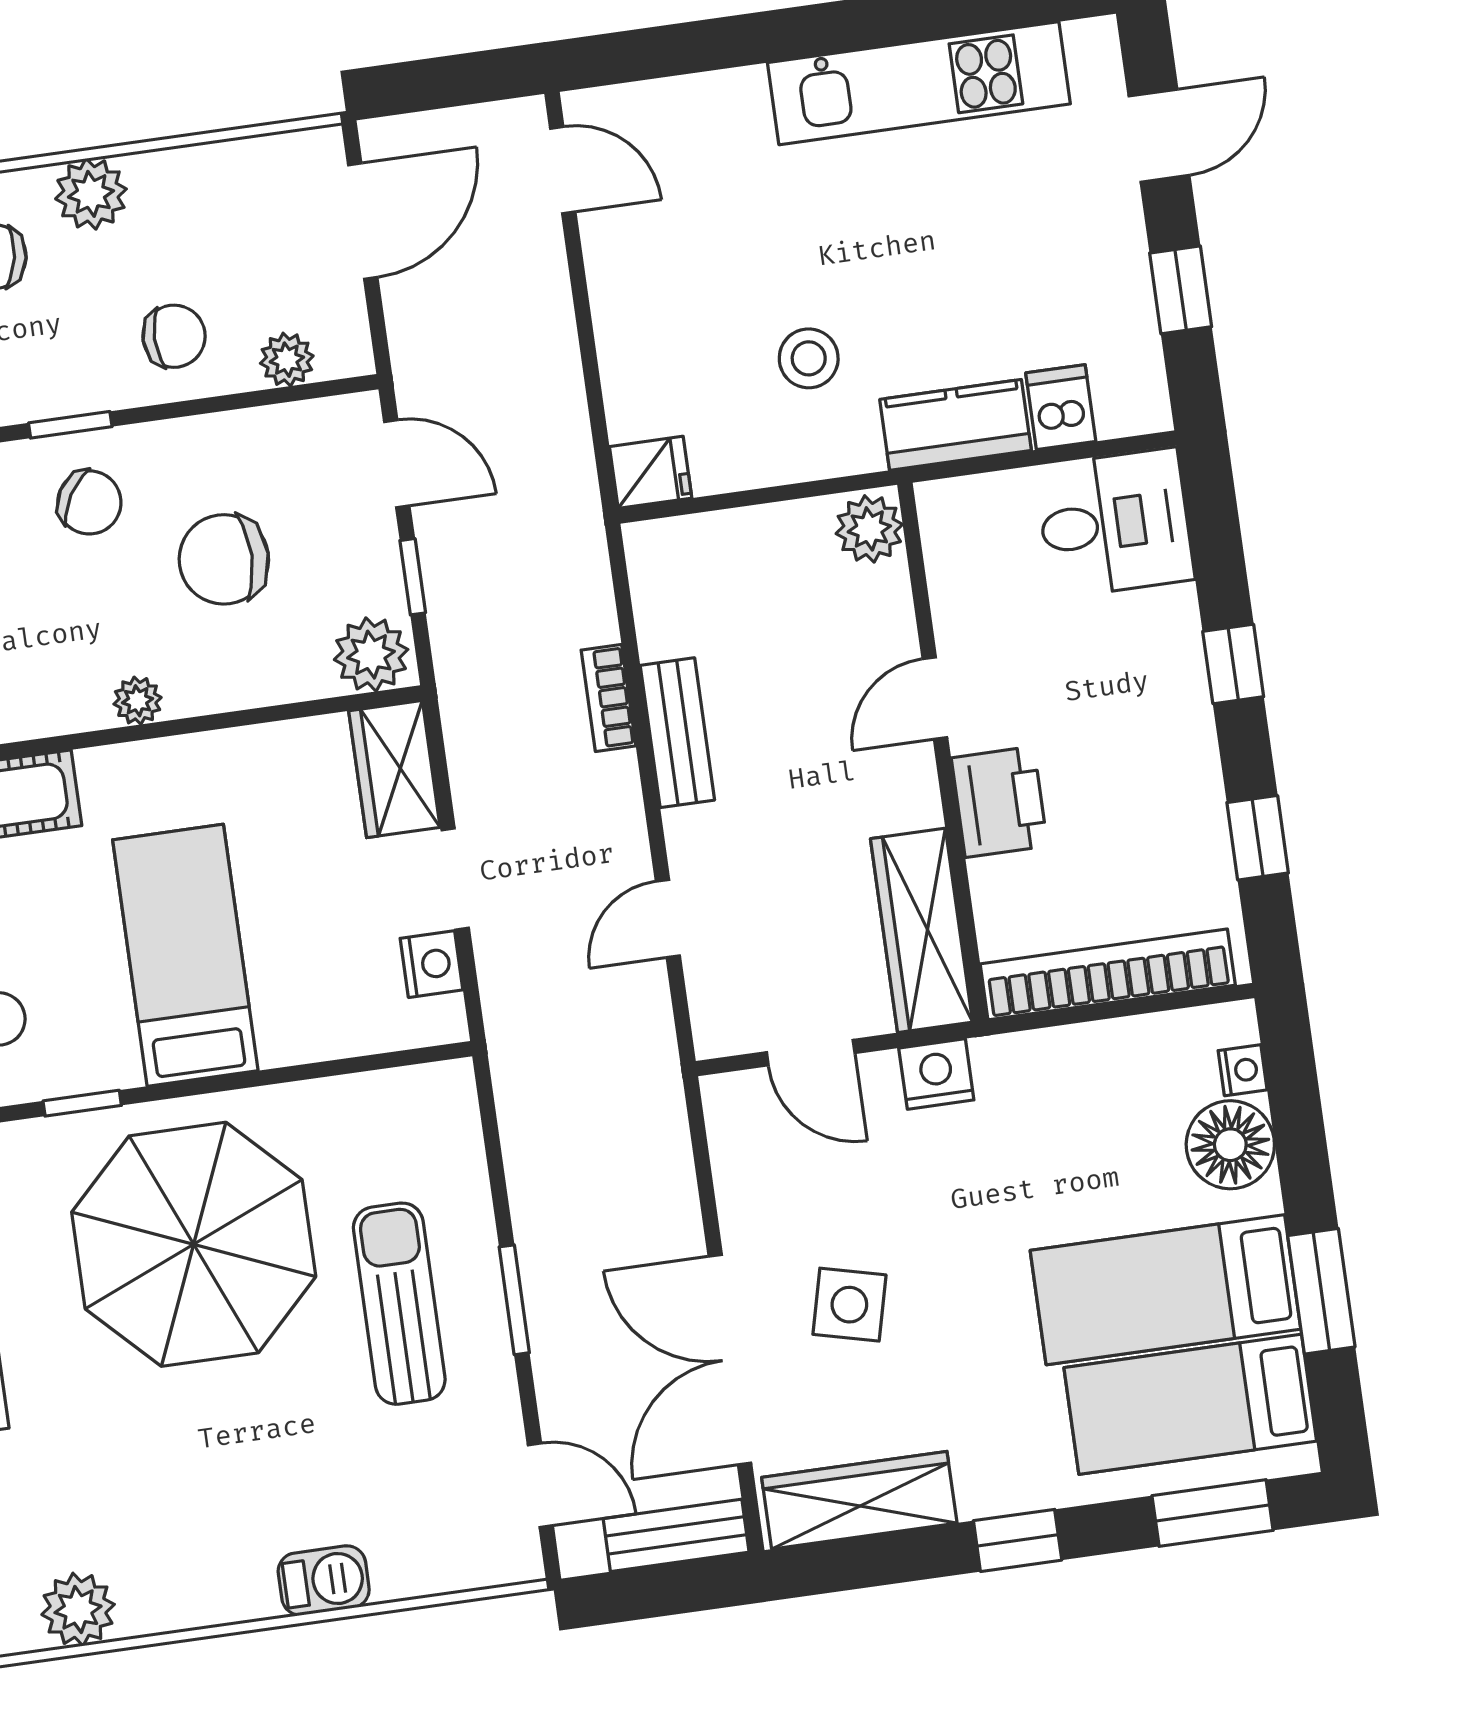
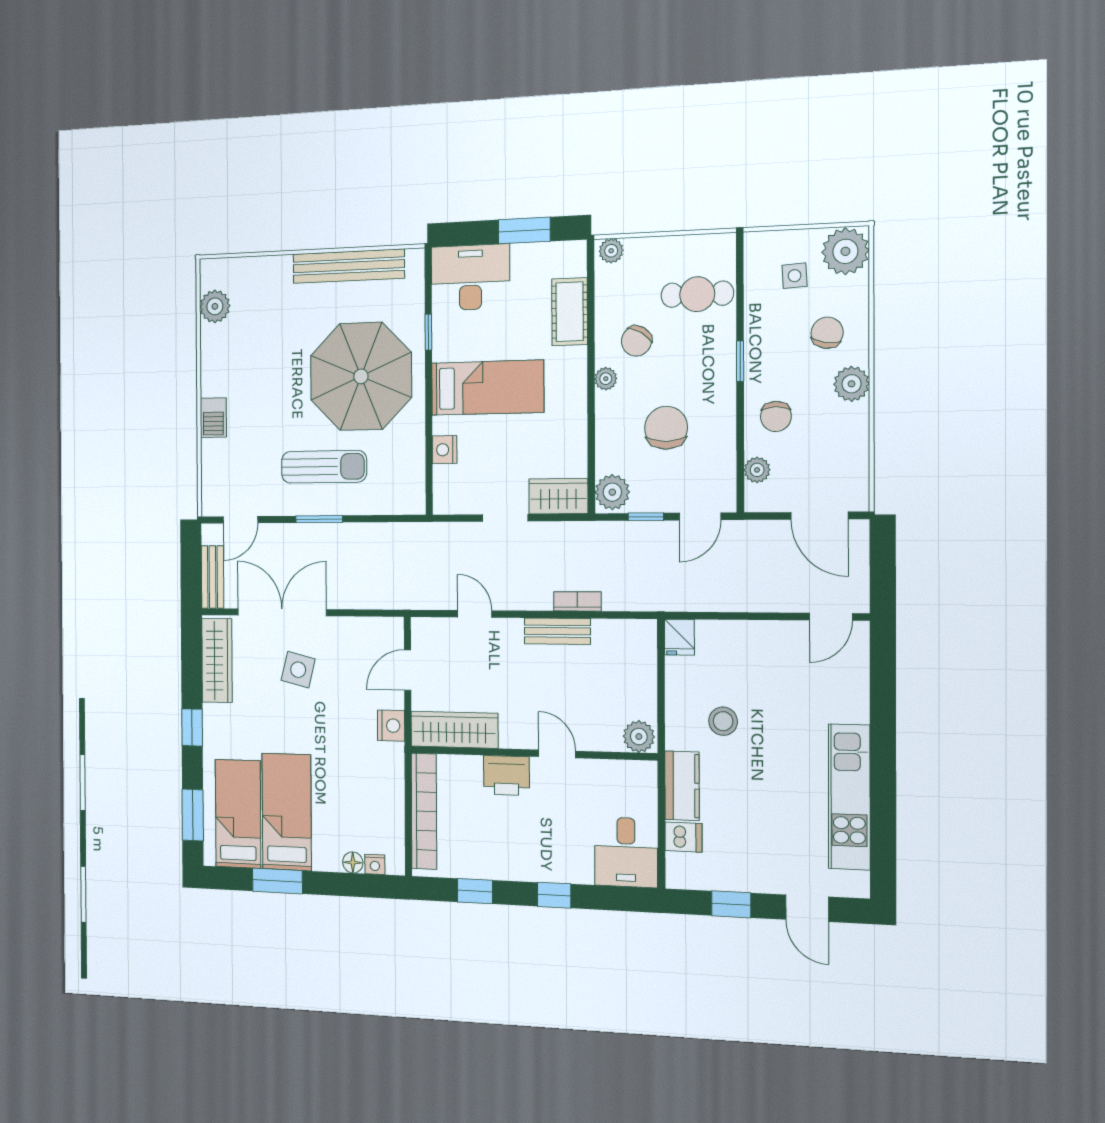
chair: (89, 502) -> (636, 341), moved
nightstand: (432, 964) -> (445, 450), moved, turned 90
floor lamp: (1230, 1145) -> (353, 862), width x0.53, depth x0.53

